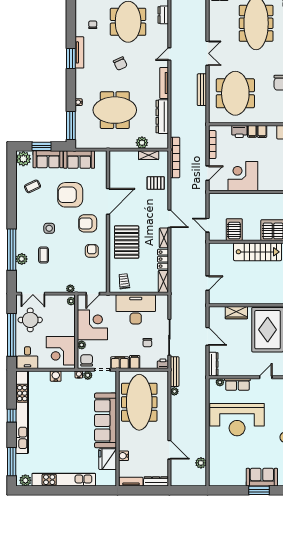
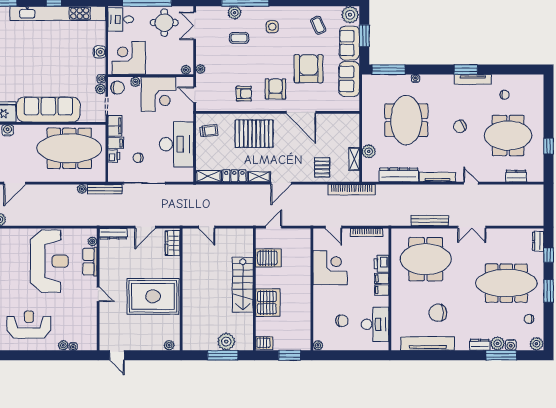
side table: (49, 228) -> (272, 27), moved
wardrobe: (236, 313) -> (173, 243), moved
printer: (163, 364) -> (114, 156), moved
reception desk: (237, 420) -> (49, 261), turned 180

